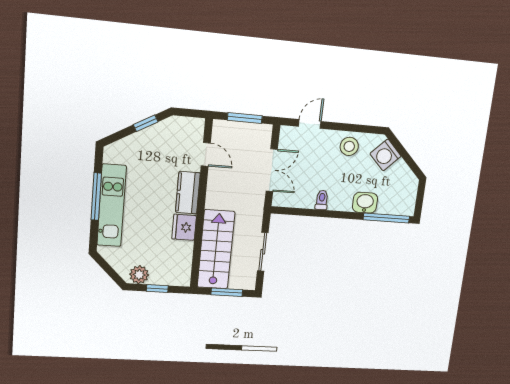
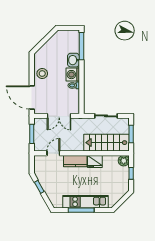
door: (310, 124) -> (32, 98), width x1.87
washing machine: (385, 155) -> (73, 75), moved, turned 135
double door: (272, 170) -> (59, 116), swing flipped
plant: (139, 275) -> (124, 161), moved

